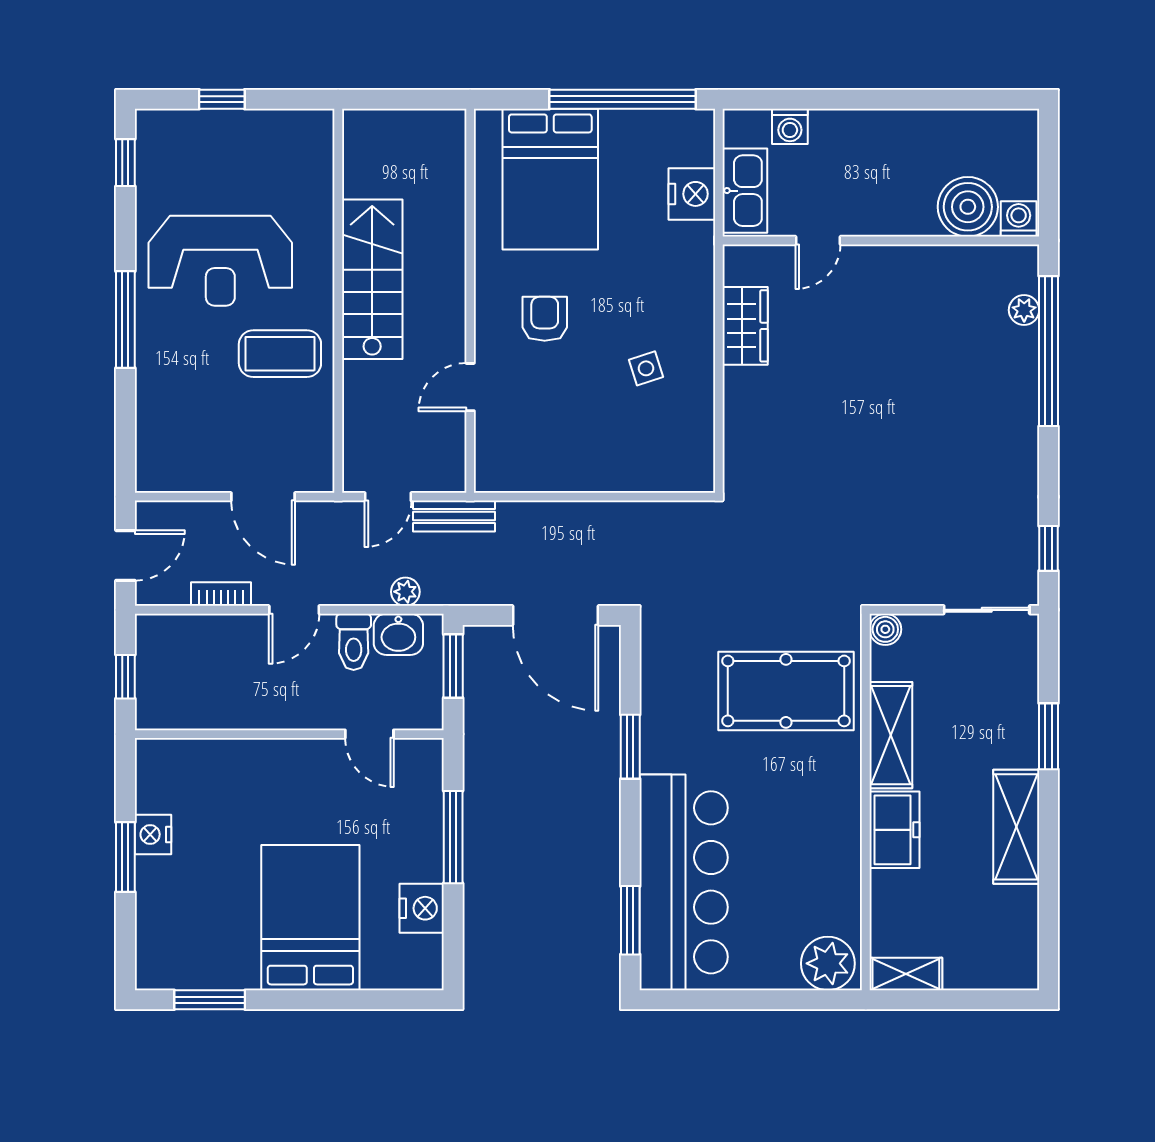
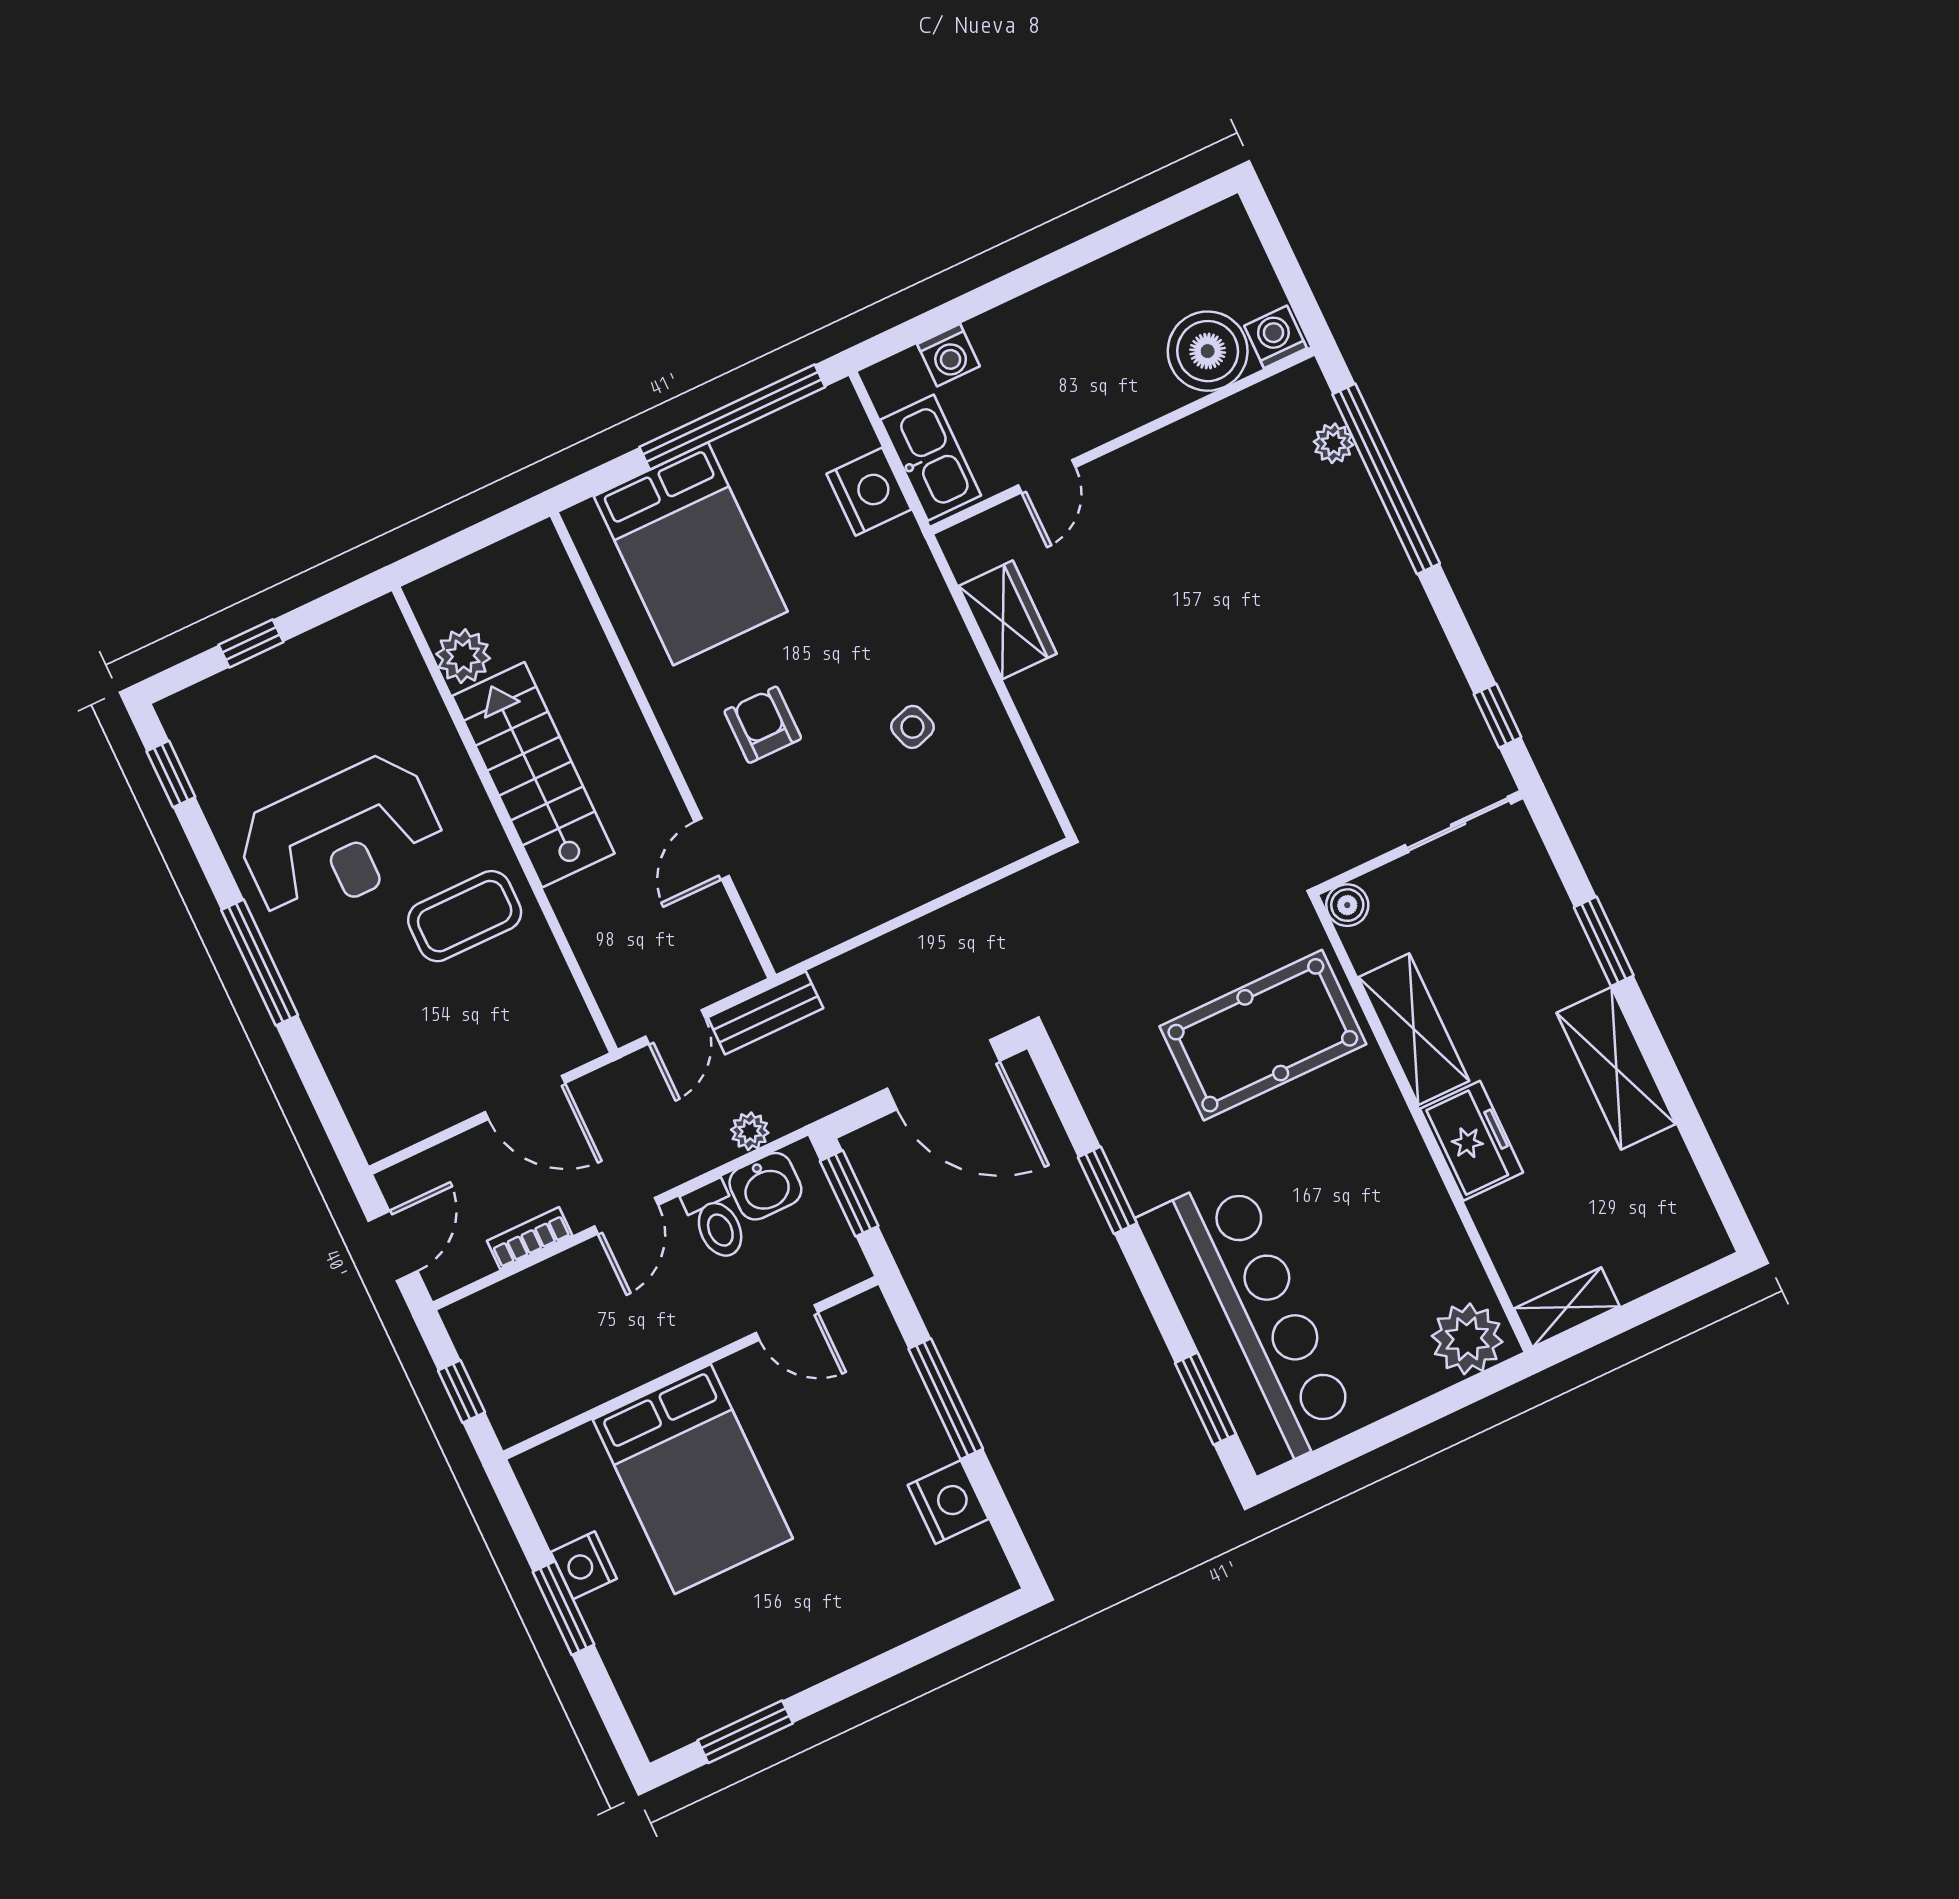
plant: (362, 176) -> (463, 656), added
bed: (310, 918) -> (693, 1479), moved, turned 180

